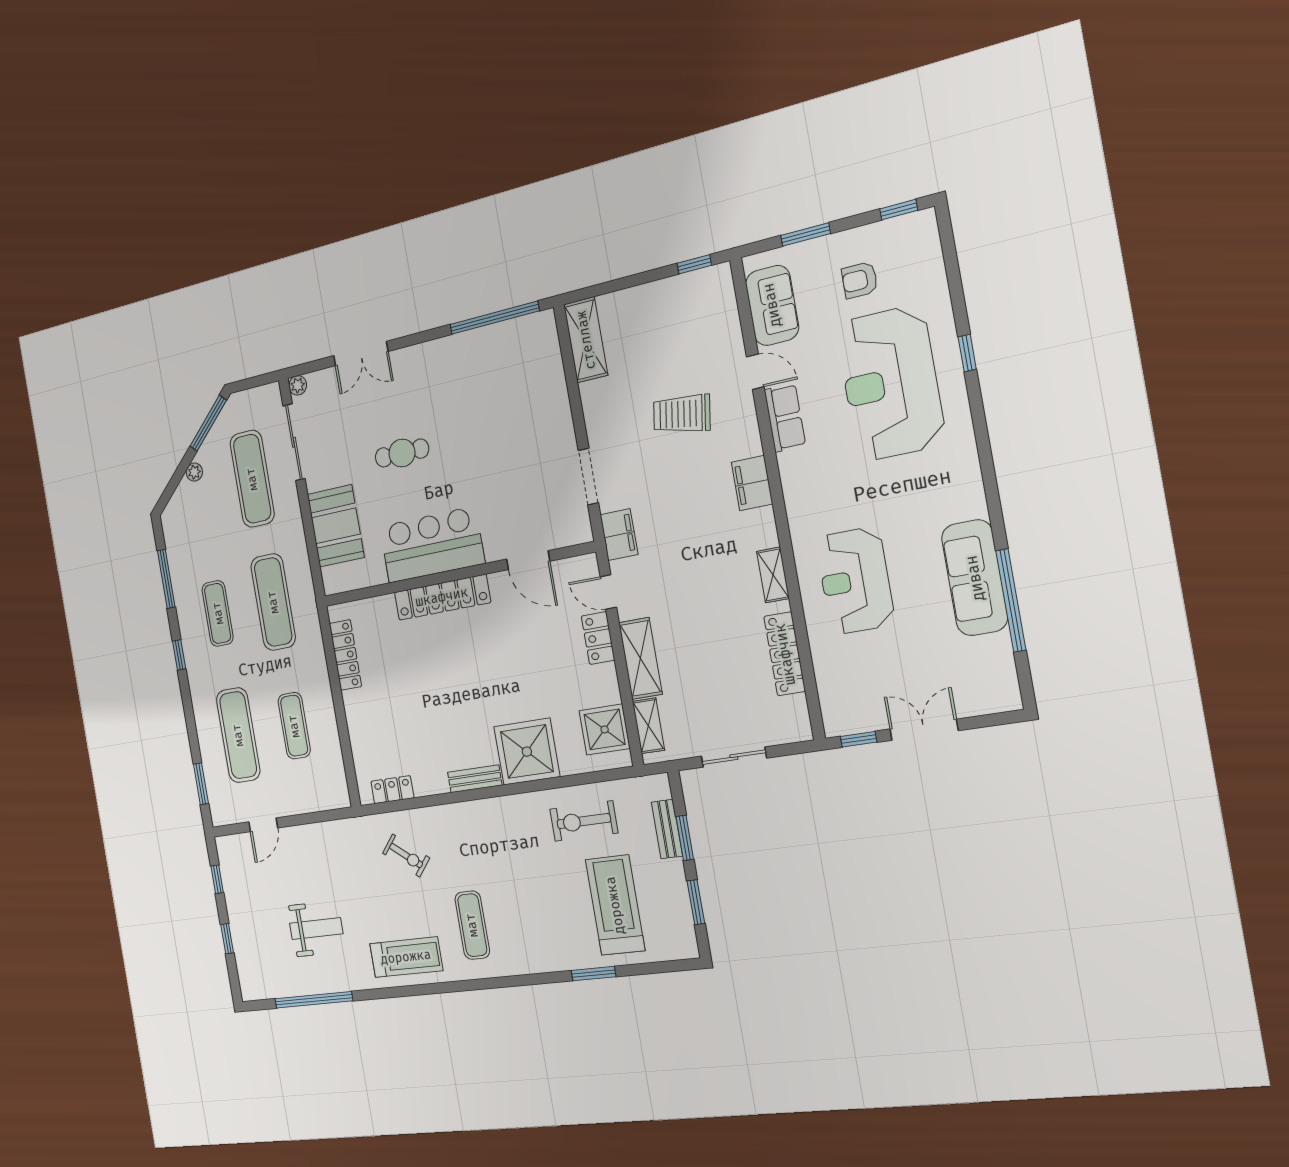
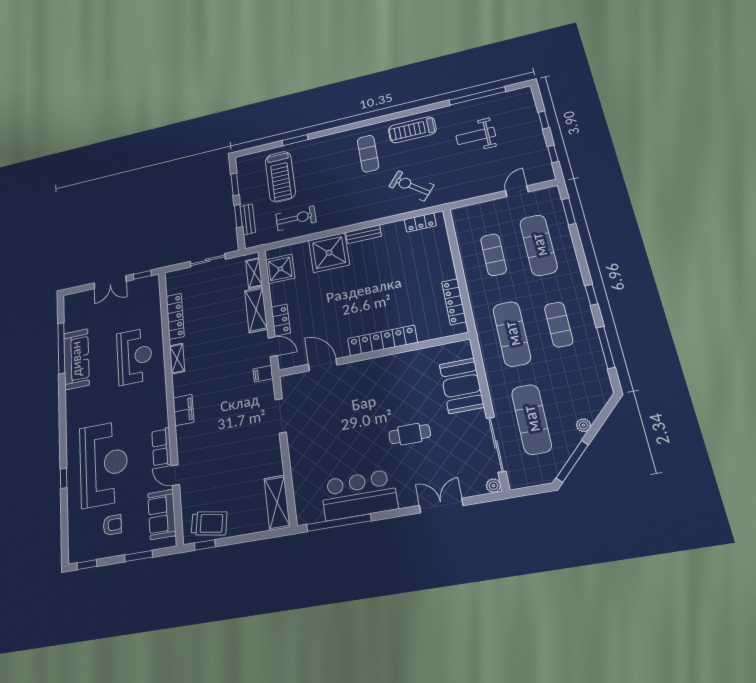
trolley: (682, 414) -> (209, 523), moved
filing cabinet: (619, 535) -> (263, 374), width x0.50
bar counter: (432, 545) -> (359, 495), moved, turned 180
exercise bike: (406, 856) -> (411, 186), width x1.38, depth x1.39

